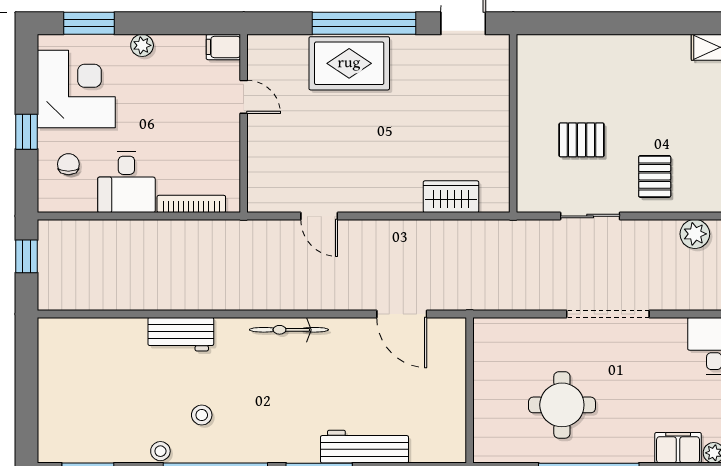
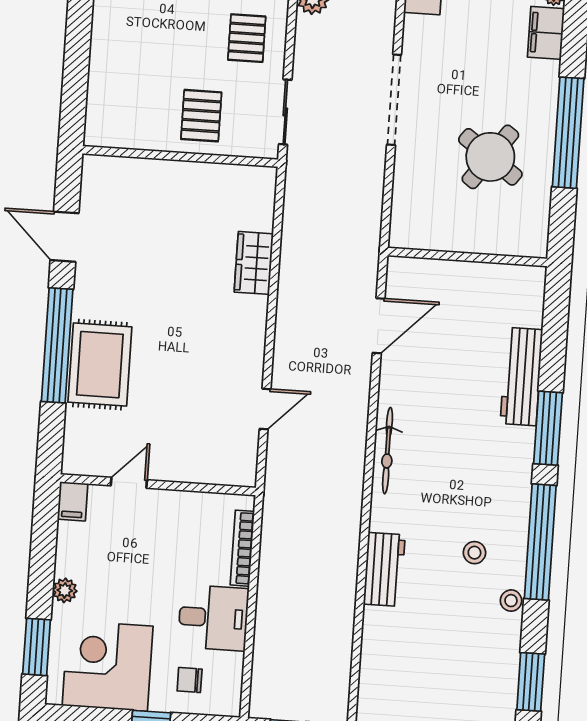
wall: (513, 123) -> (180, 156), moved
pallet: (655, 176) -> (247, 38), turned 90
round table: (562, 405) -> (490, 157), turned 36

